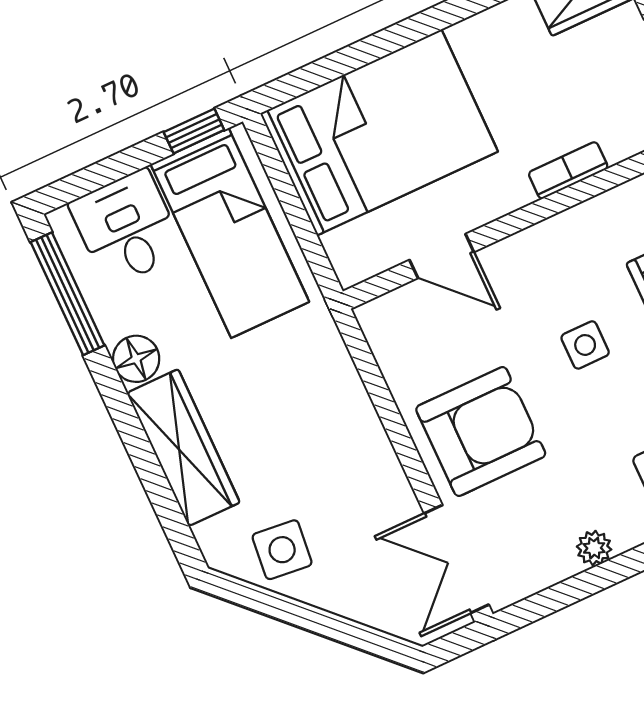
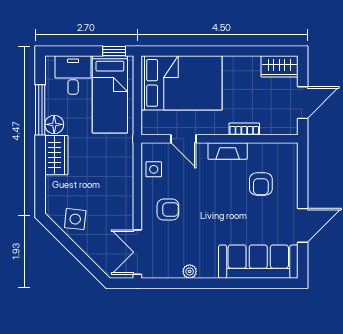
fireplace: (554, 237) -> (228, 151), added
window: (68, 294) -> (40, 110), moved
side table: (585, 345) -> (154, 169), moved
armchair: (481, 431) -> (168, 210), width x0.53, depth x0.53
wardrobe: (183, 448) -> (56, 155), width x0.67

